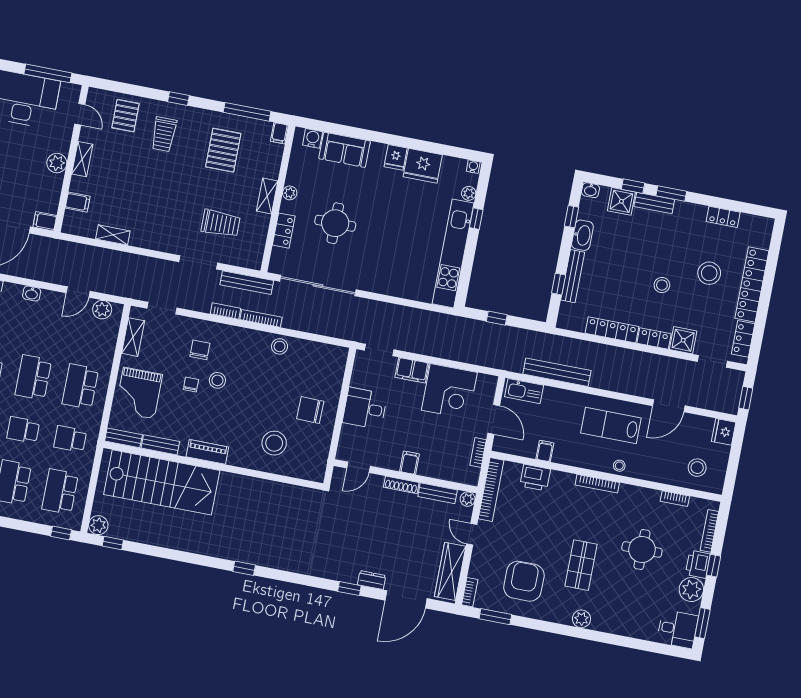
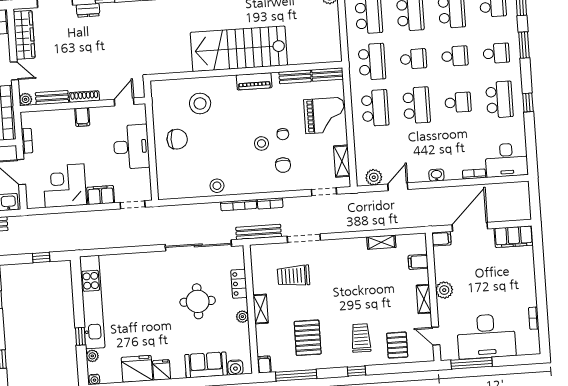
grand piano: (139, 393) -> (325, 115), turned 90
desk: (365, 408) -> (131, 147), width x1.37
school desk: (70, 439) -> (372, 62), width x1.85
stairs: (162, 482) -> (239, 49), moved

